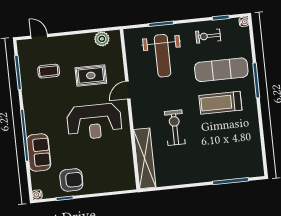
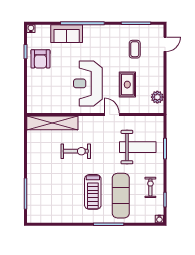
weight bench: (163, 56) -> (138, 147), turned 180
treadmill: (220, 103) -> (93, 192), turned 180

